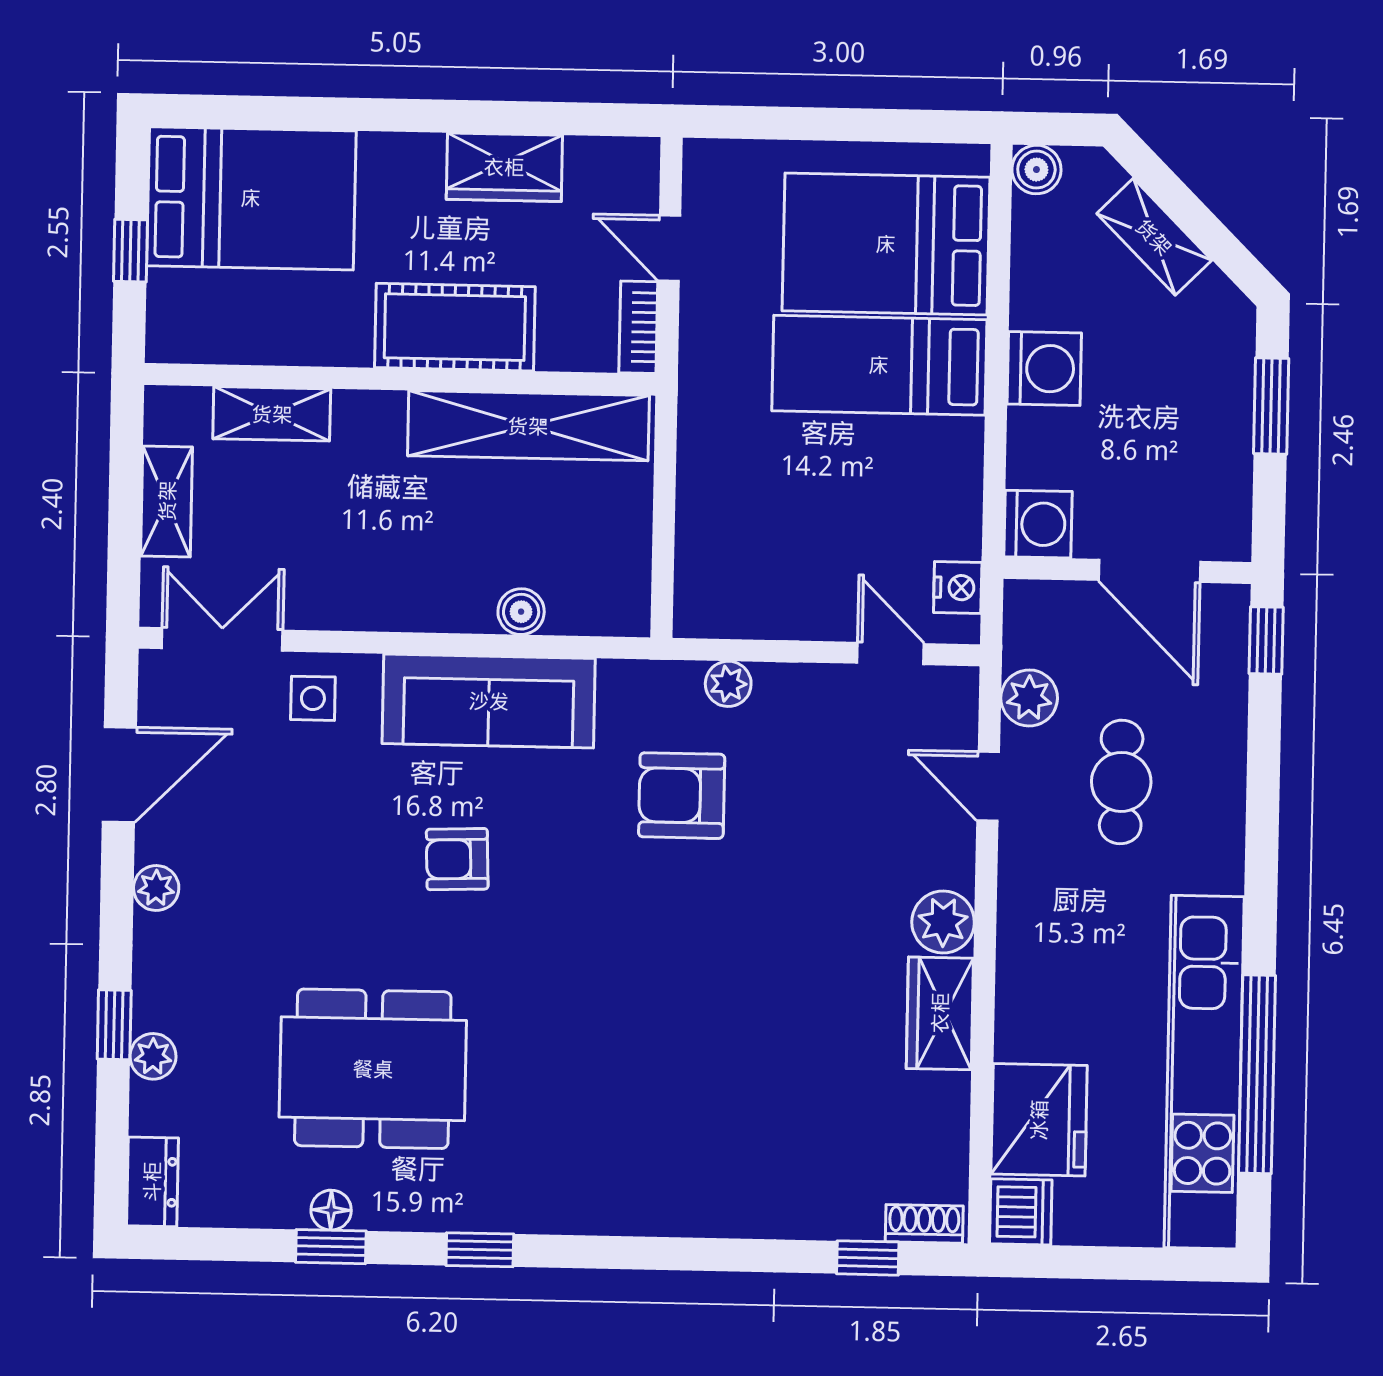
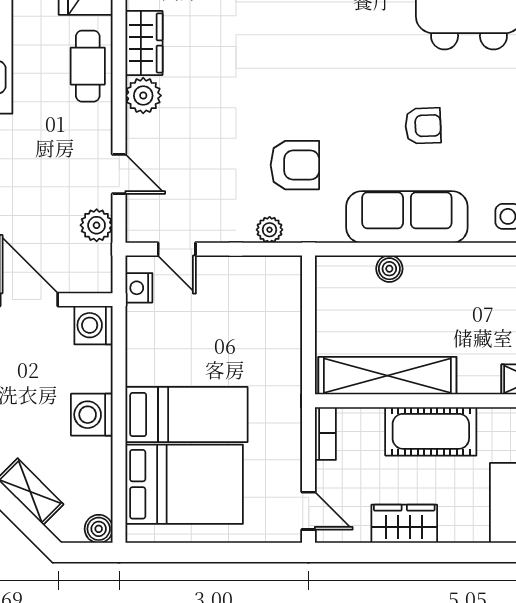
door: (669, 248) -> (309, 511), moved
cafe table: (1121, 782) -> (88, 66), moved

